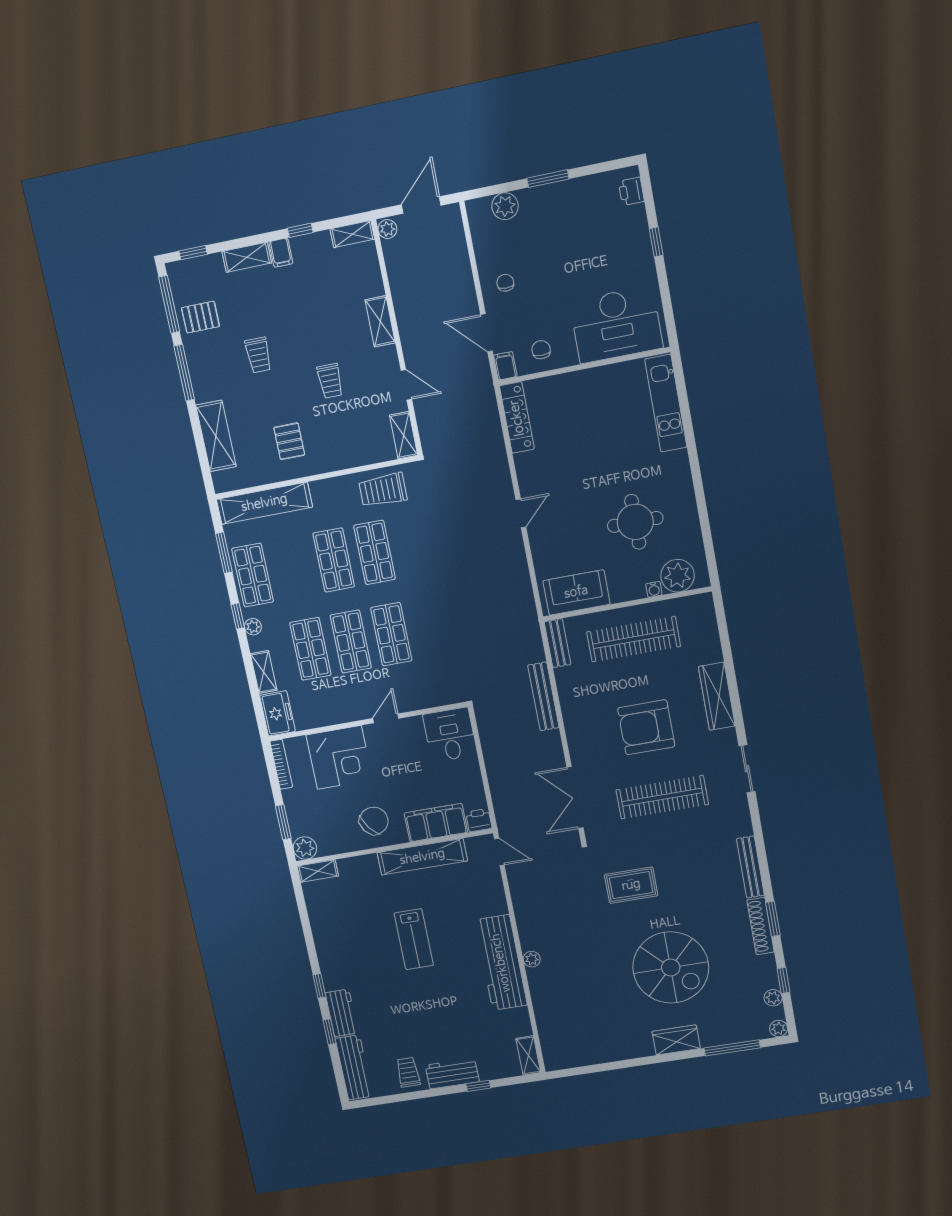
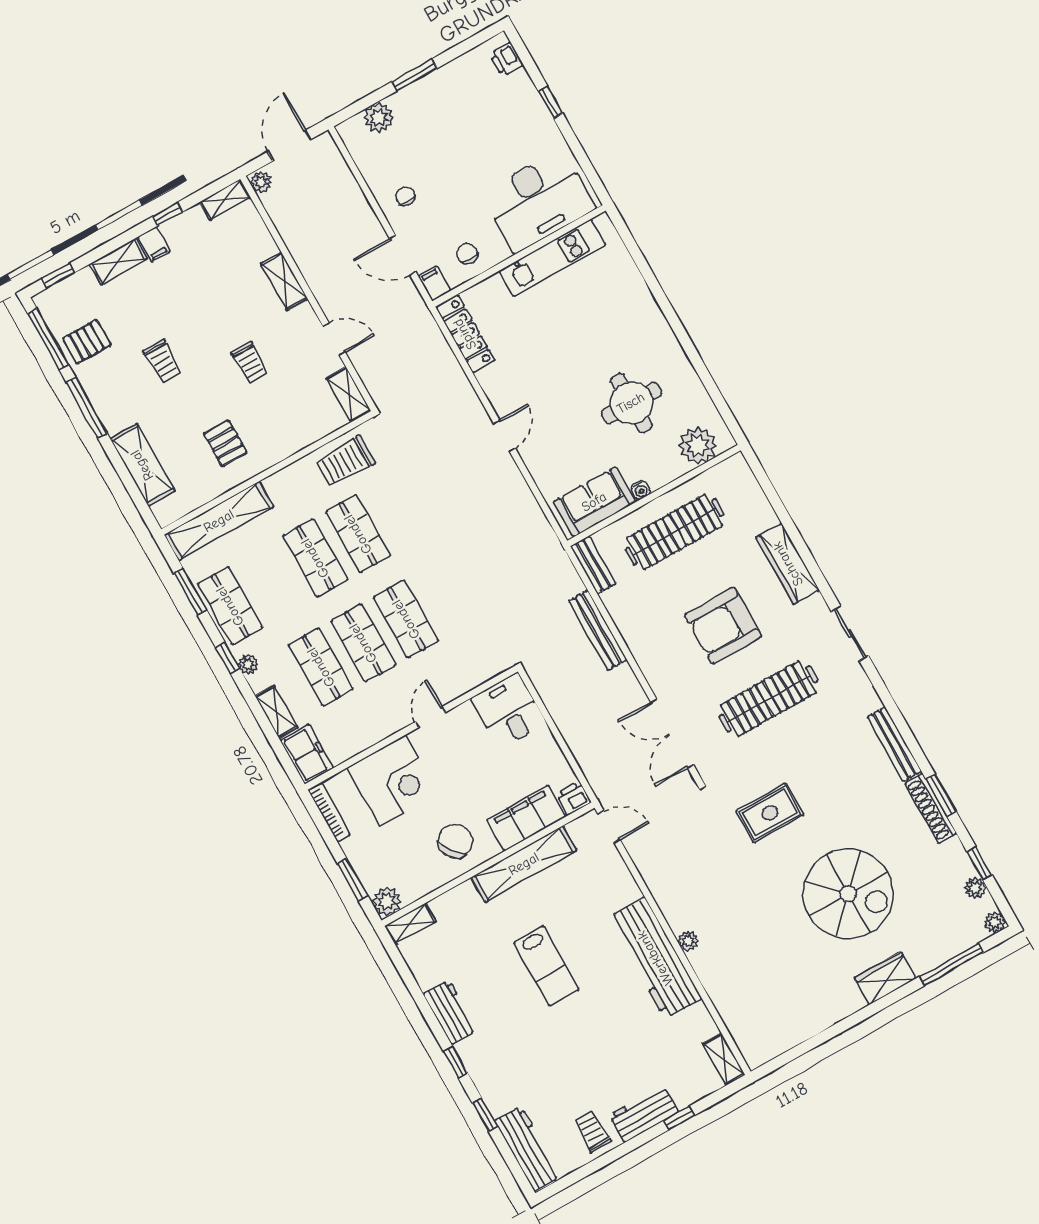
kitchen unit: (666, 403) -> (552, 258), moved, turned -90
water cooler: (654, 589) -> (641, 490), moved
workbench: (342, 1013) -> (450, 1012), moved

